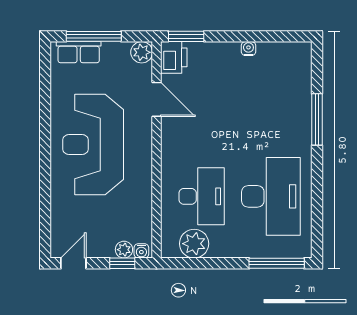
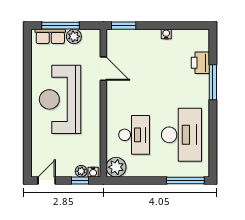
plant: (142, 52) -> (74, 36), moved
printer: (174, 57) -> (200, 63), moved, turned 180
plant: (194, 244) -> (116, 167), moved

